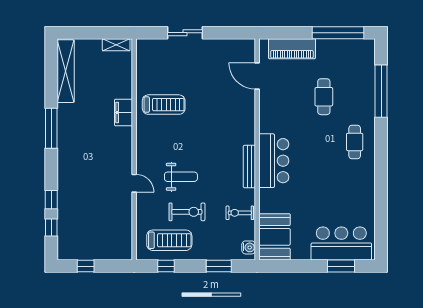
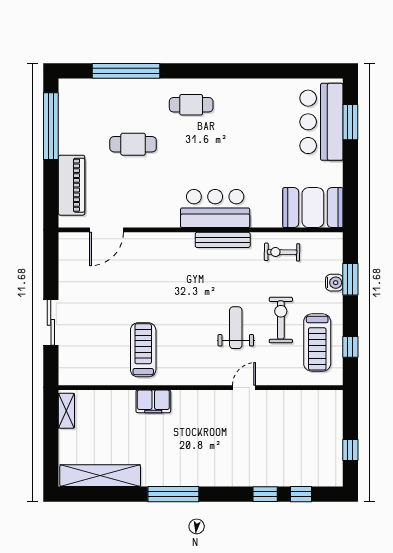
exercise bike: (240, 213) -> (282, 252), turned 91
treadmill: (169, 240) -> (317, 343), turned 180
water cooler: (249, 247) -> (334, 283), moved, turned 90

